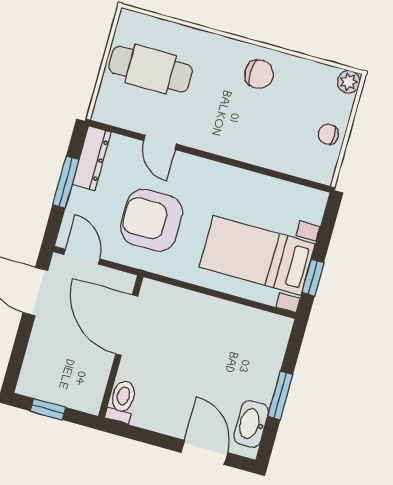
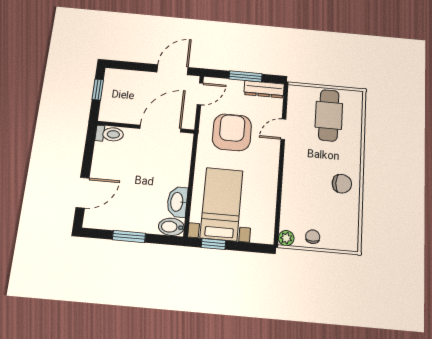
chair: (259, 74) -> (342, 184), turned -90
plant: (349, 82) -> (286, 238), moved
bidet: (277, 333) -> (171, 227), added
washbasin: (251, 424) -> (177, 202), moved, turned -90

